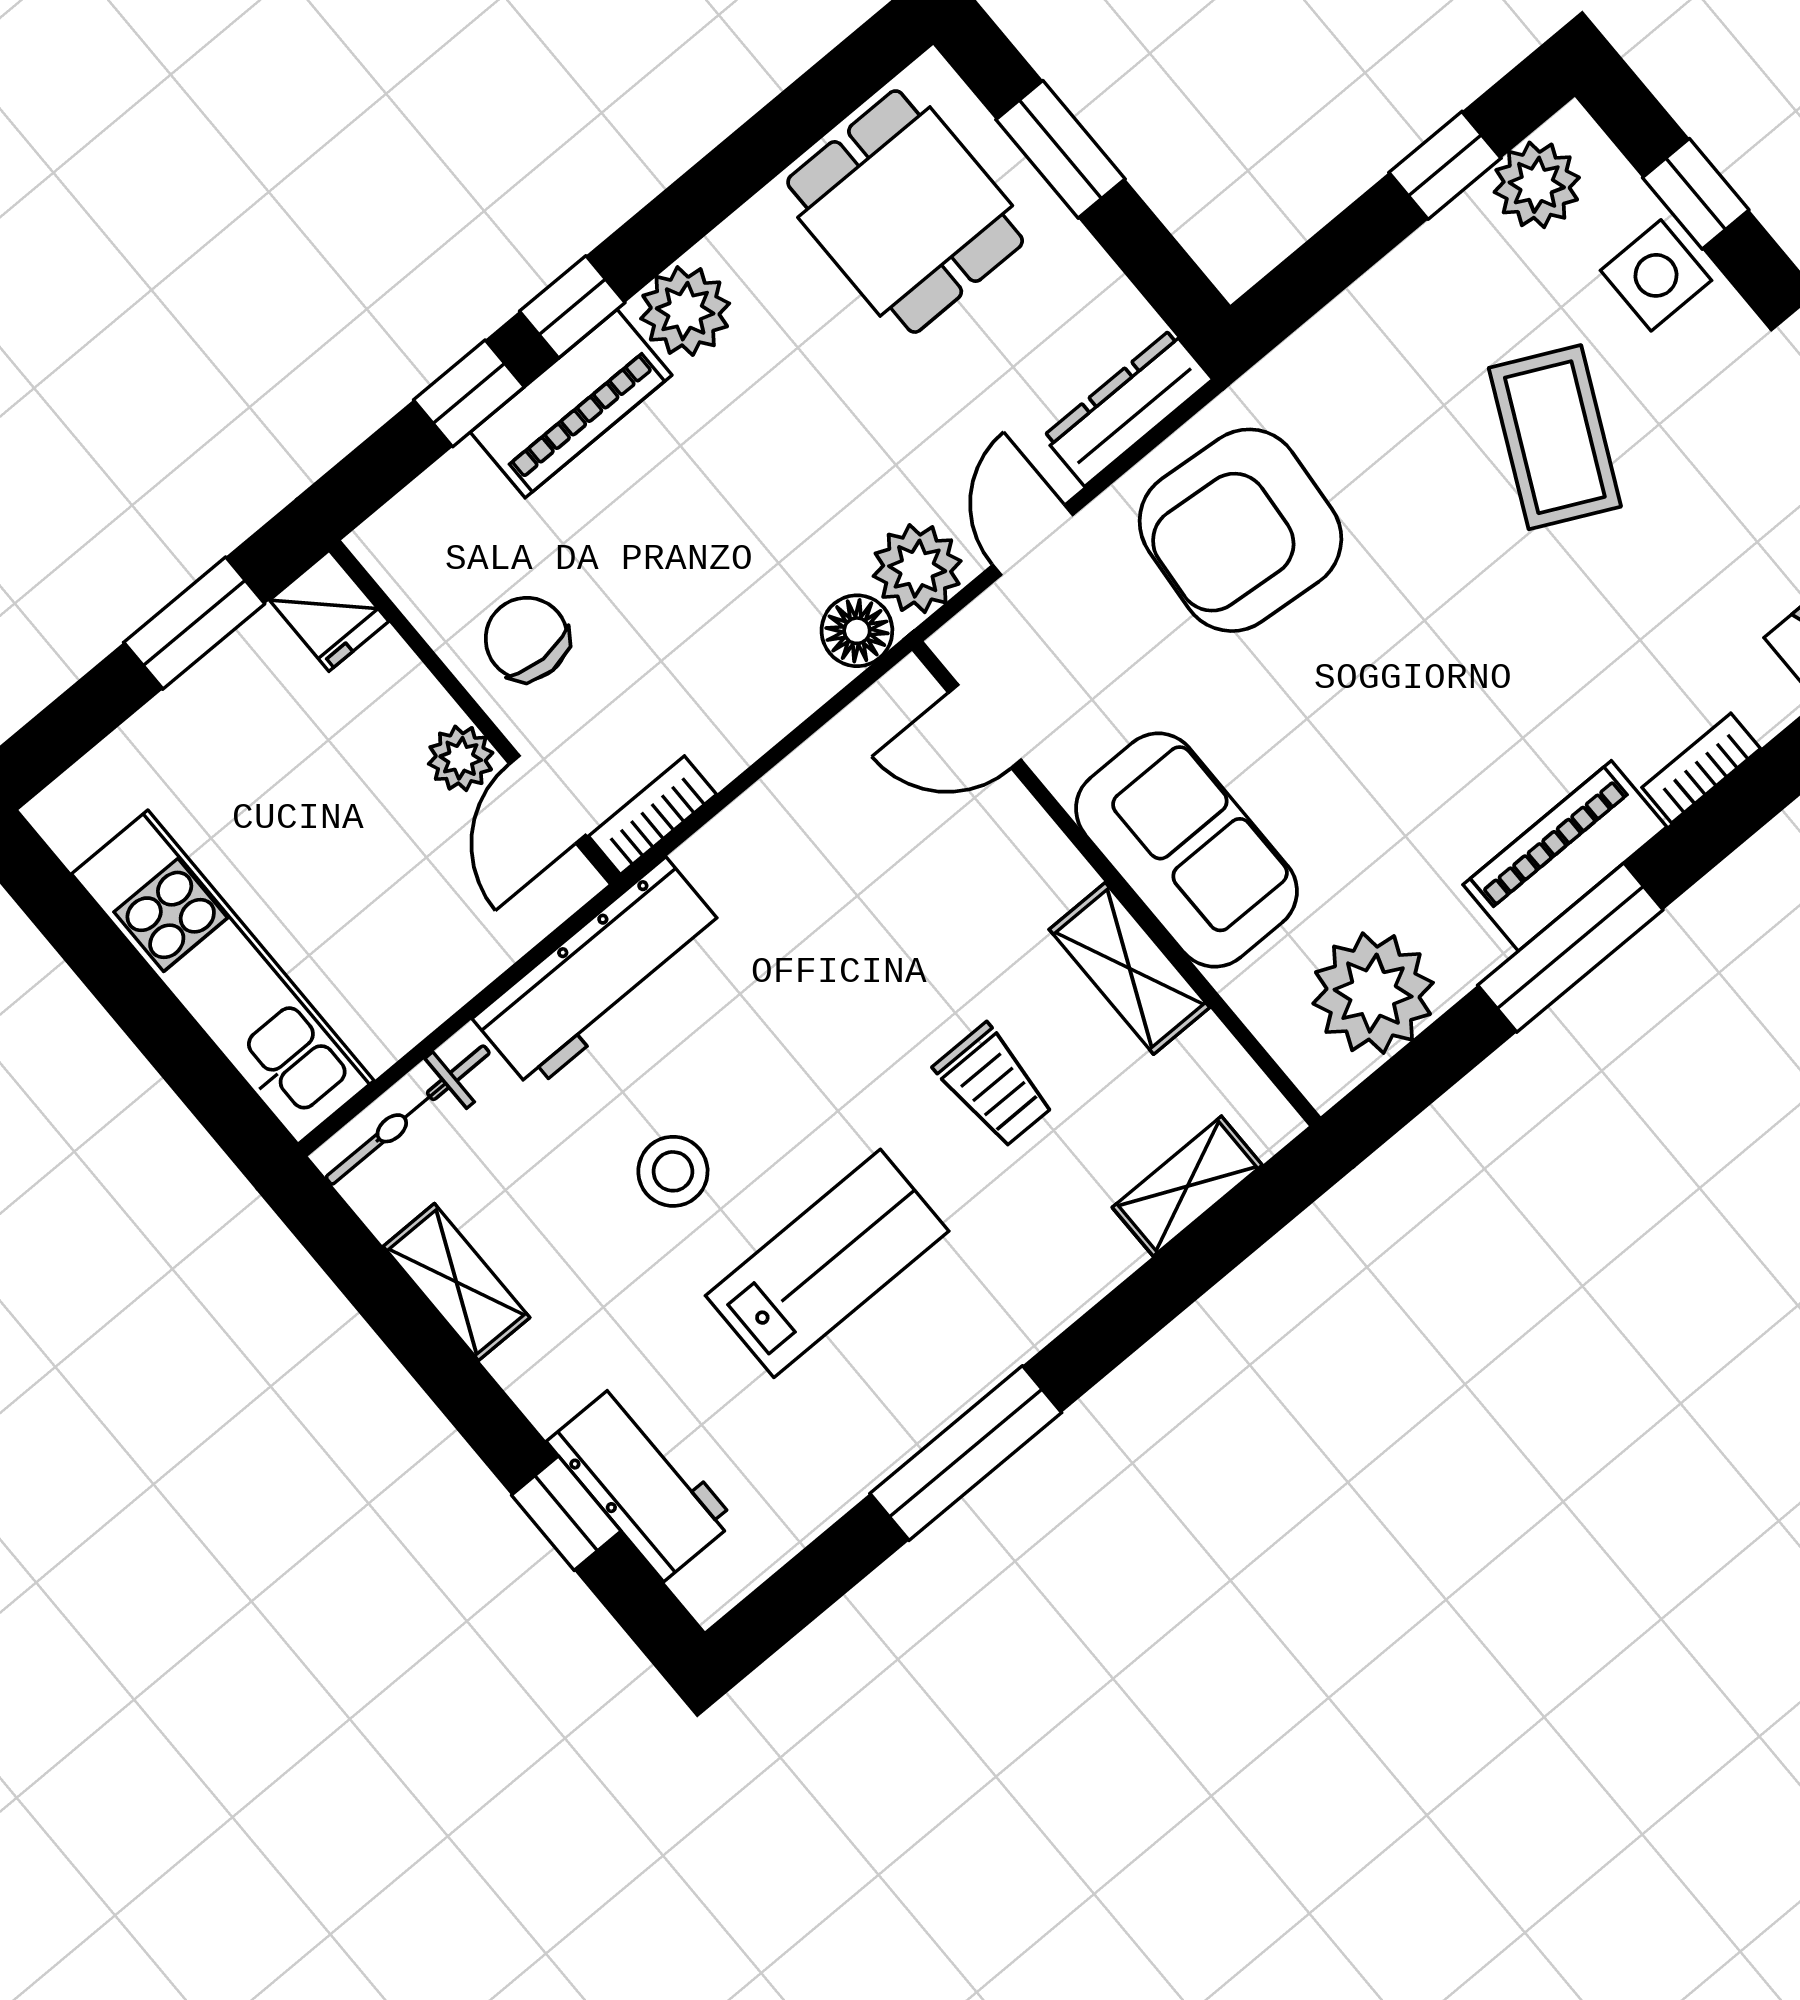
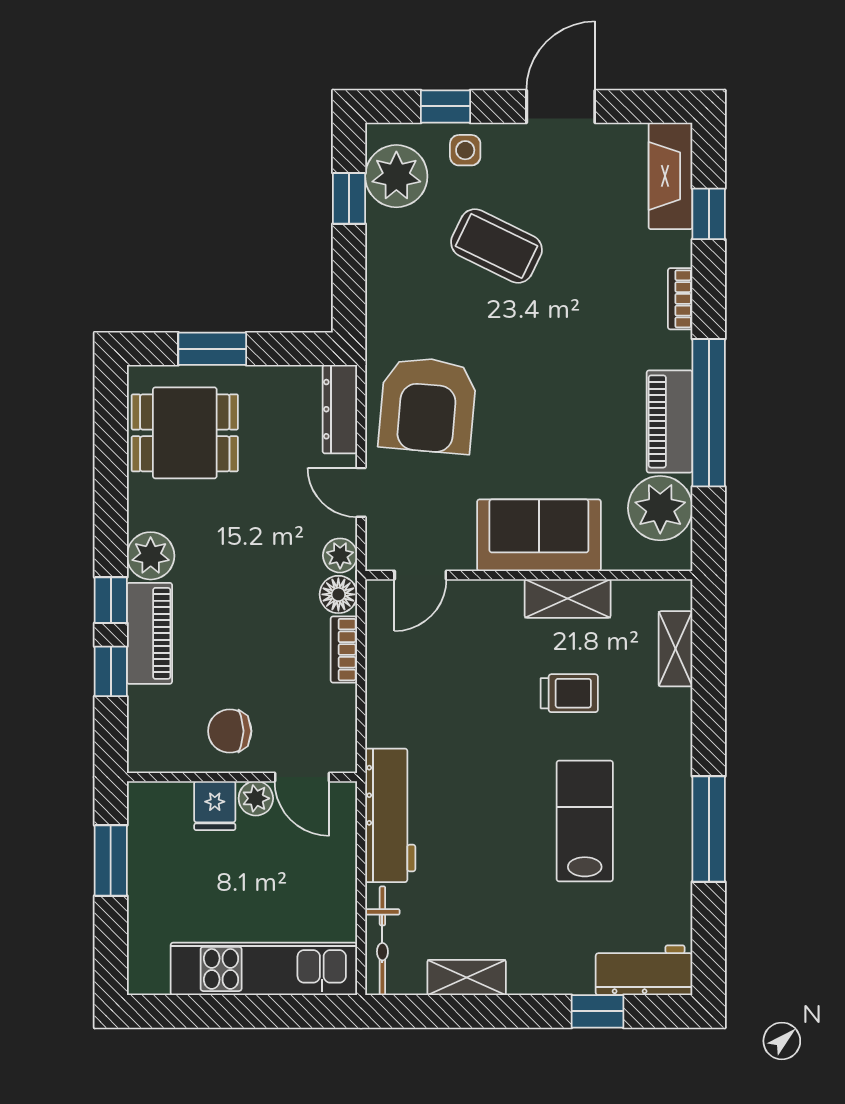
plant: (1537, 185) -> (396, 176), width x1.36, depth x1.36
side table: (1656, 275) -> (465, 150), width x0.73, depth x0.73
plant: (917, 569) -> (340, 555), width x0.73, depth x0.73
fridge: (329, 611) -> (215, 806), moved, turned 90
bookcase: (652, 815) -> (344, 650), moved
piano: (1565, 856) -> (670, 421), moved
window: (1570, 948) -> (709, 413), width x1.46
stool: (673, 1171) -> (495, 852), removed
workbench: (641, 1481) -> (644, 970), moved

